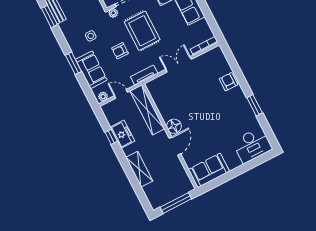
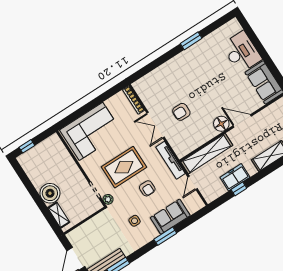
tv unit: (144, 75) -> (170, 160), width x1.41
armchair: (228, 82) -> (181, 112), moved
plant: (103, 97) -> (197, 202), removed
desk: (252, 145) -> (242, 52), moved

